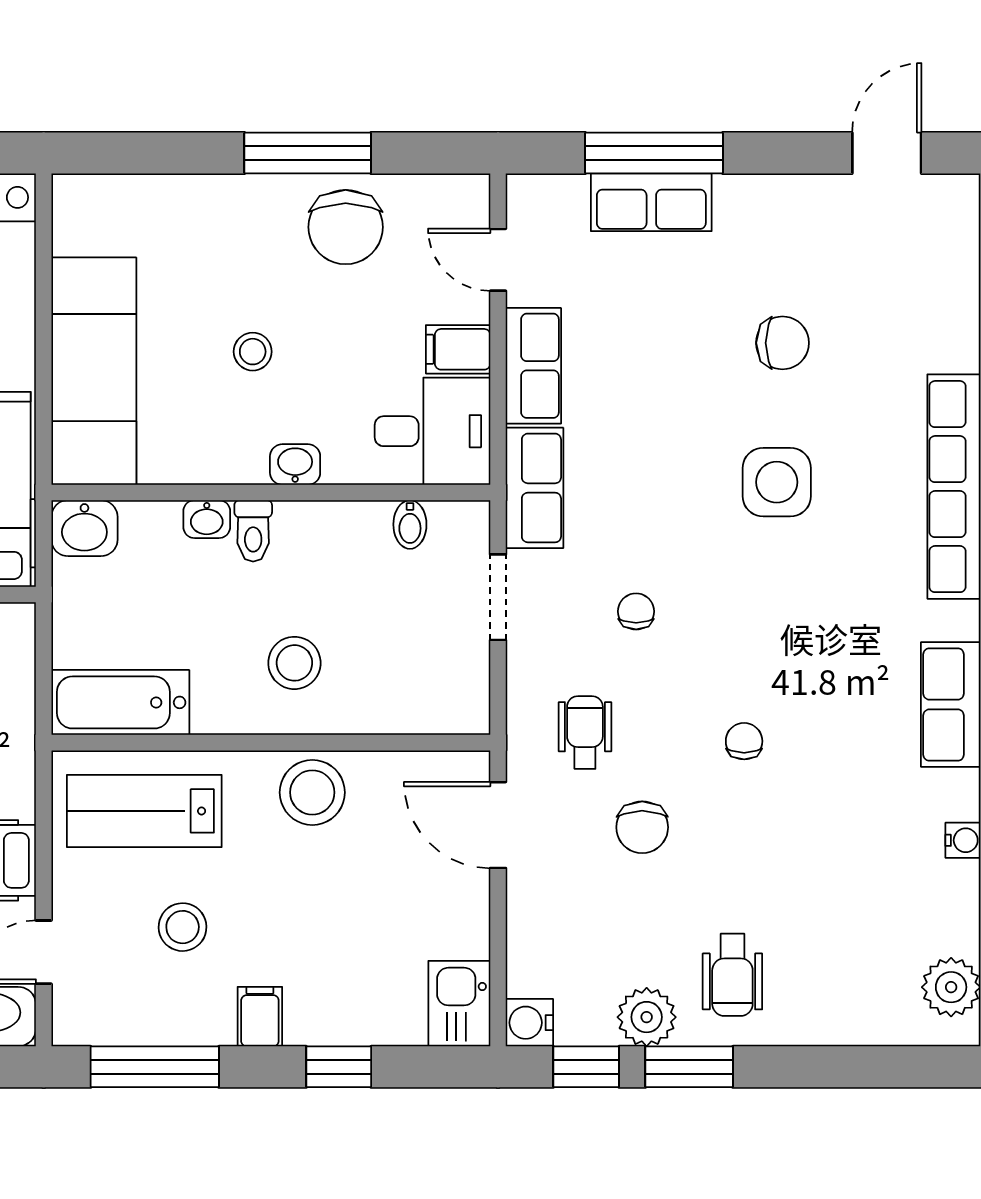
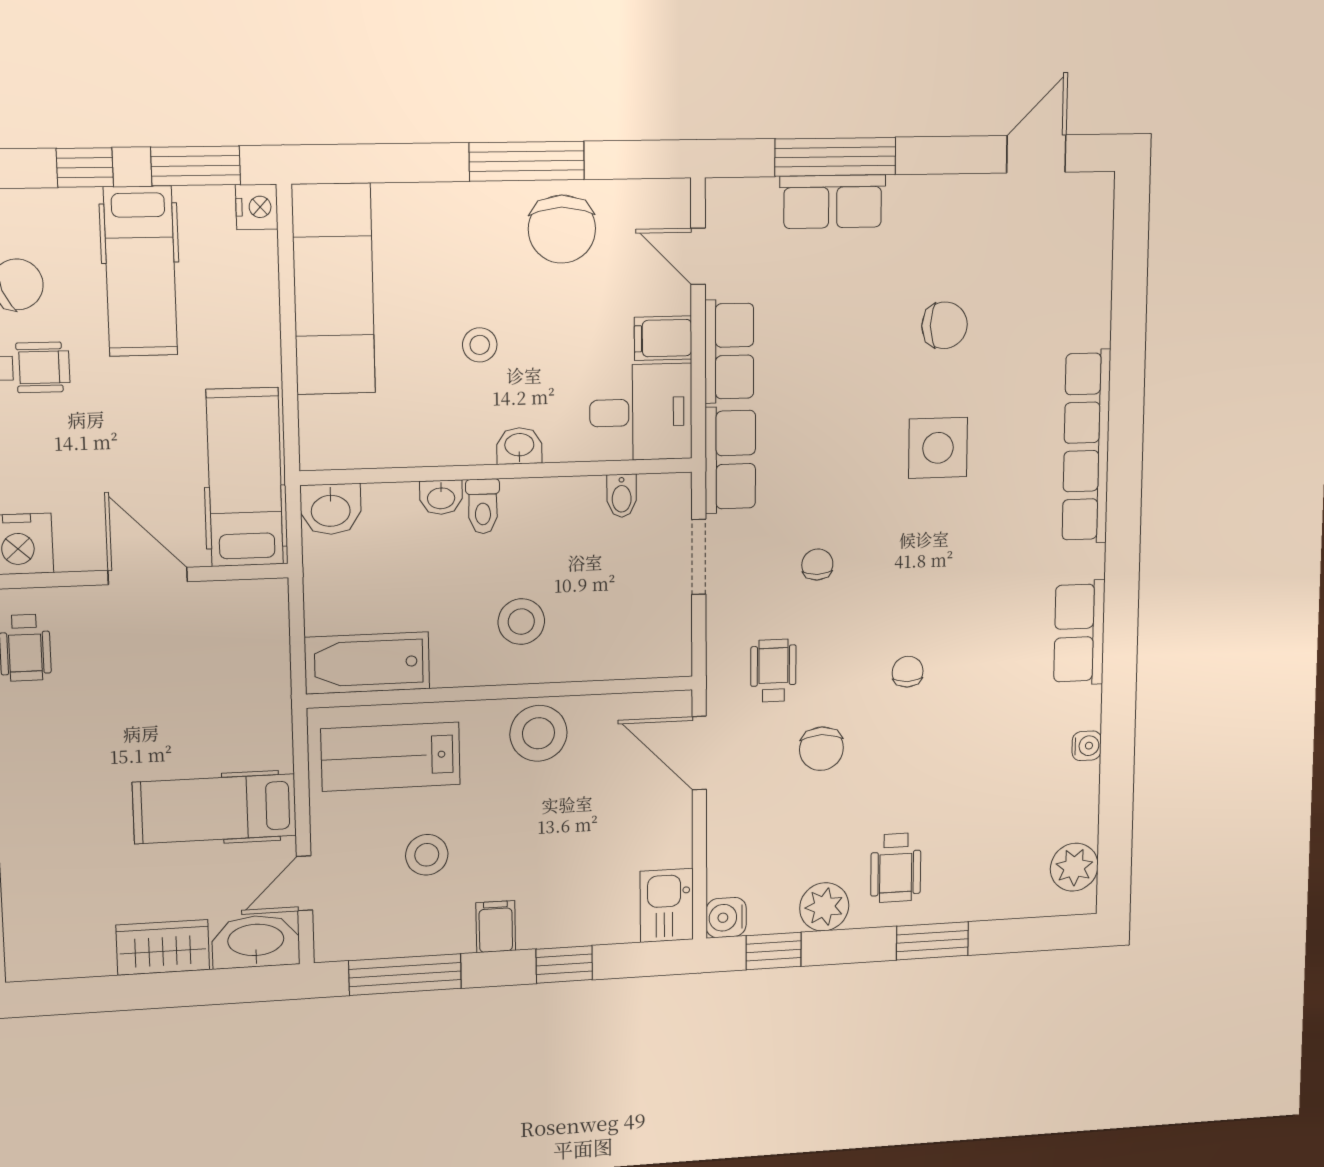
exam couch: (94, 371) -> (333, 289), moved
window: (689, 1067) -> (932, 941), moved

